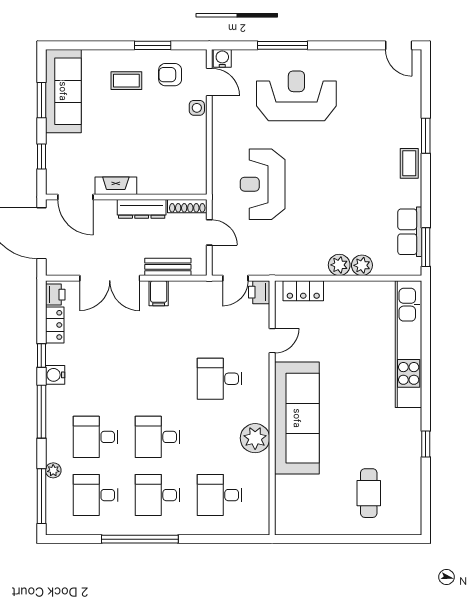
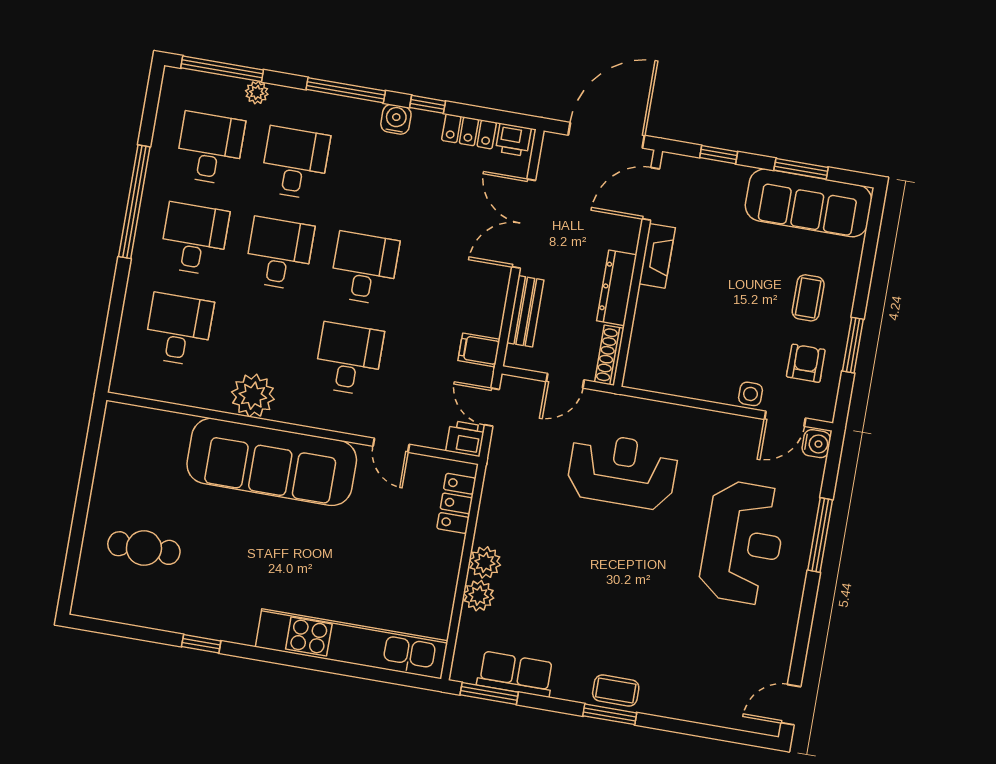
window: (426, 136) -> (610, 714), moved
filing cabinet: (159, 293) -> (479, 350), moved
desk: (158, 379) -> (364, 268), added

